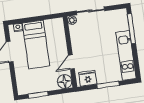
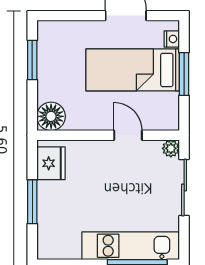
window: (34, 19) -> (184, 74), added
kitchen unit: (126, 55) -> (131, 246), moved
door: (71, 62) -> (128, 135), moved

